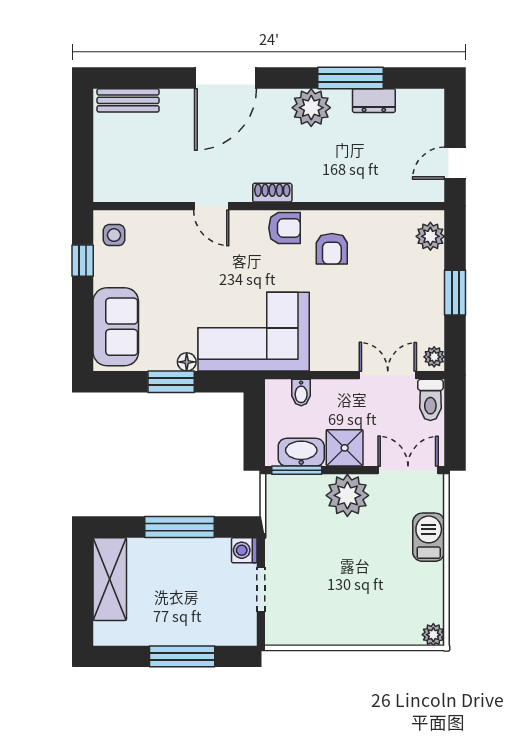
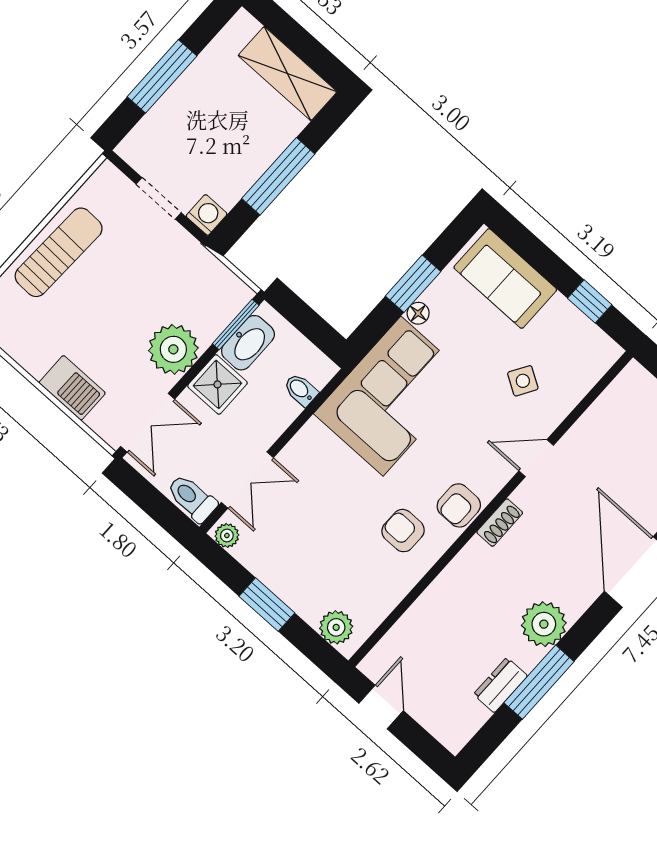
side table: (114, 235) -> (523, 381), moved, turned 31
sun lounger: (351, 622) -> (59, 252), added

